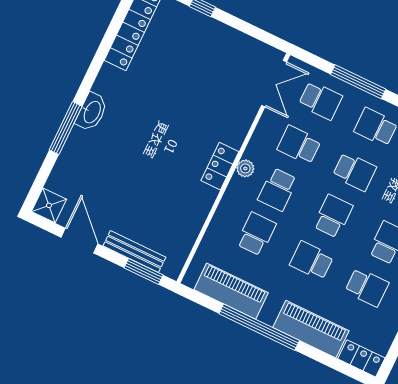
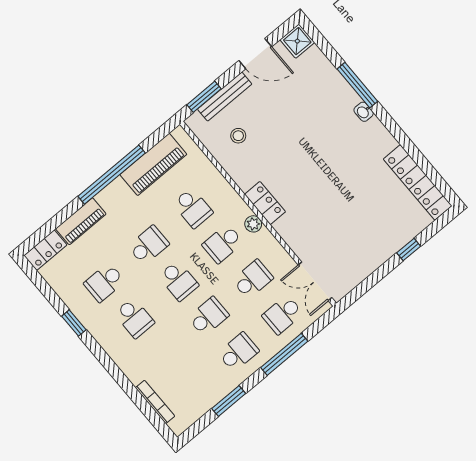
washbasin: (92, 112) -> (364, 112), width x0.52, depth x0.69
school desk: (354, 172) -> (208, 316), turned 180
school desk: (278, 189) -> (223, 244), turned -90
stool: (166, 221) -> (238, 136), added
piano: (311, 329) -> (81, 221), width x0.73, depth x0.75

